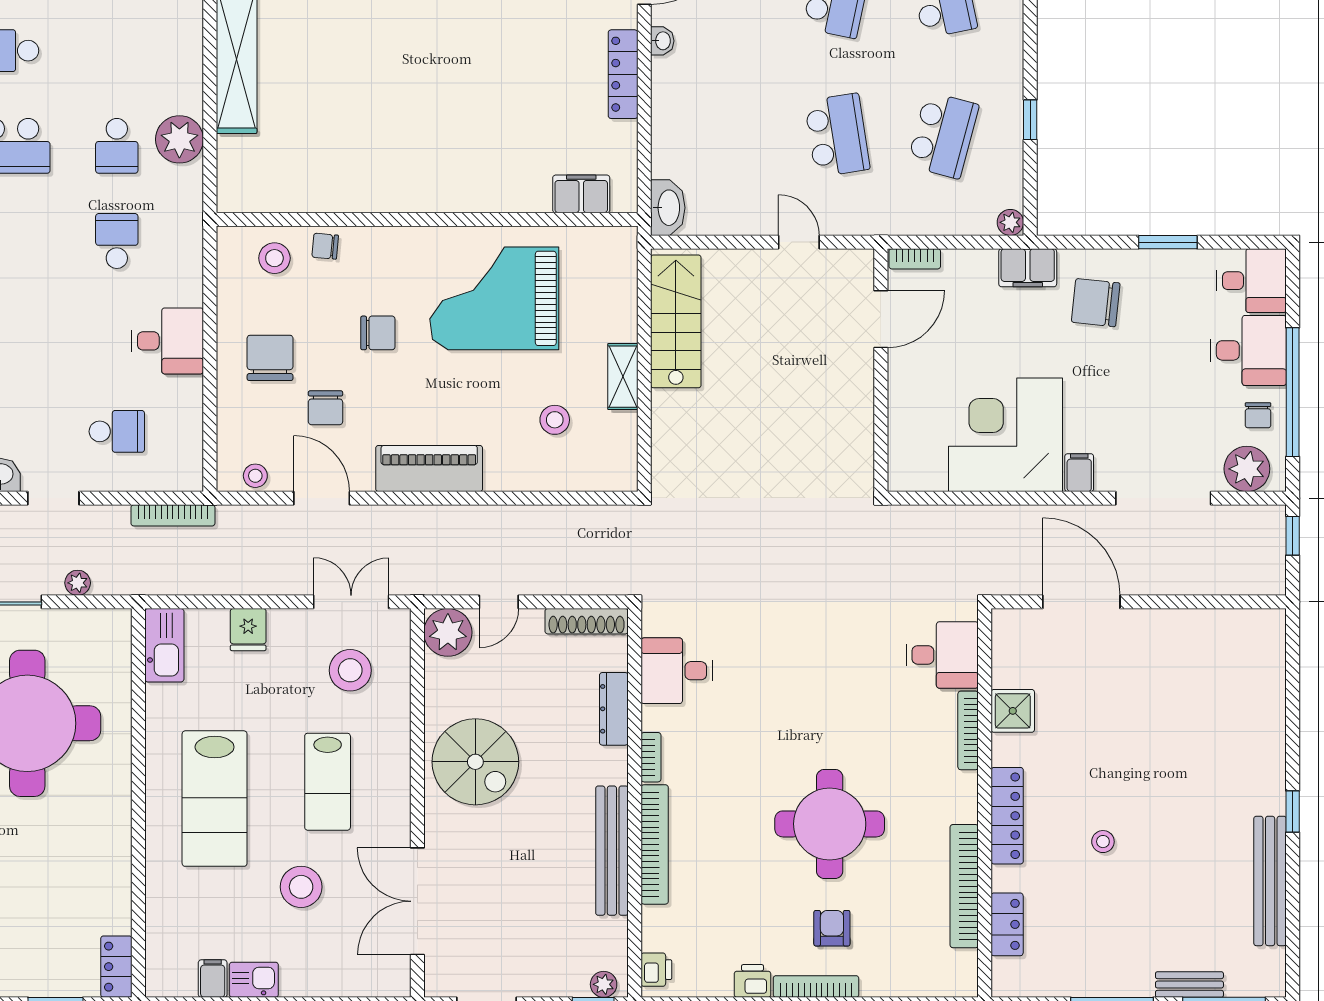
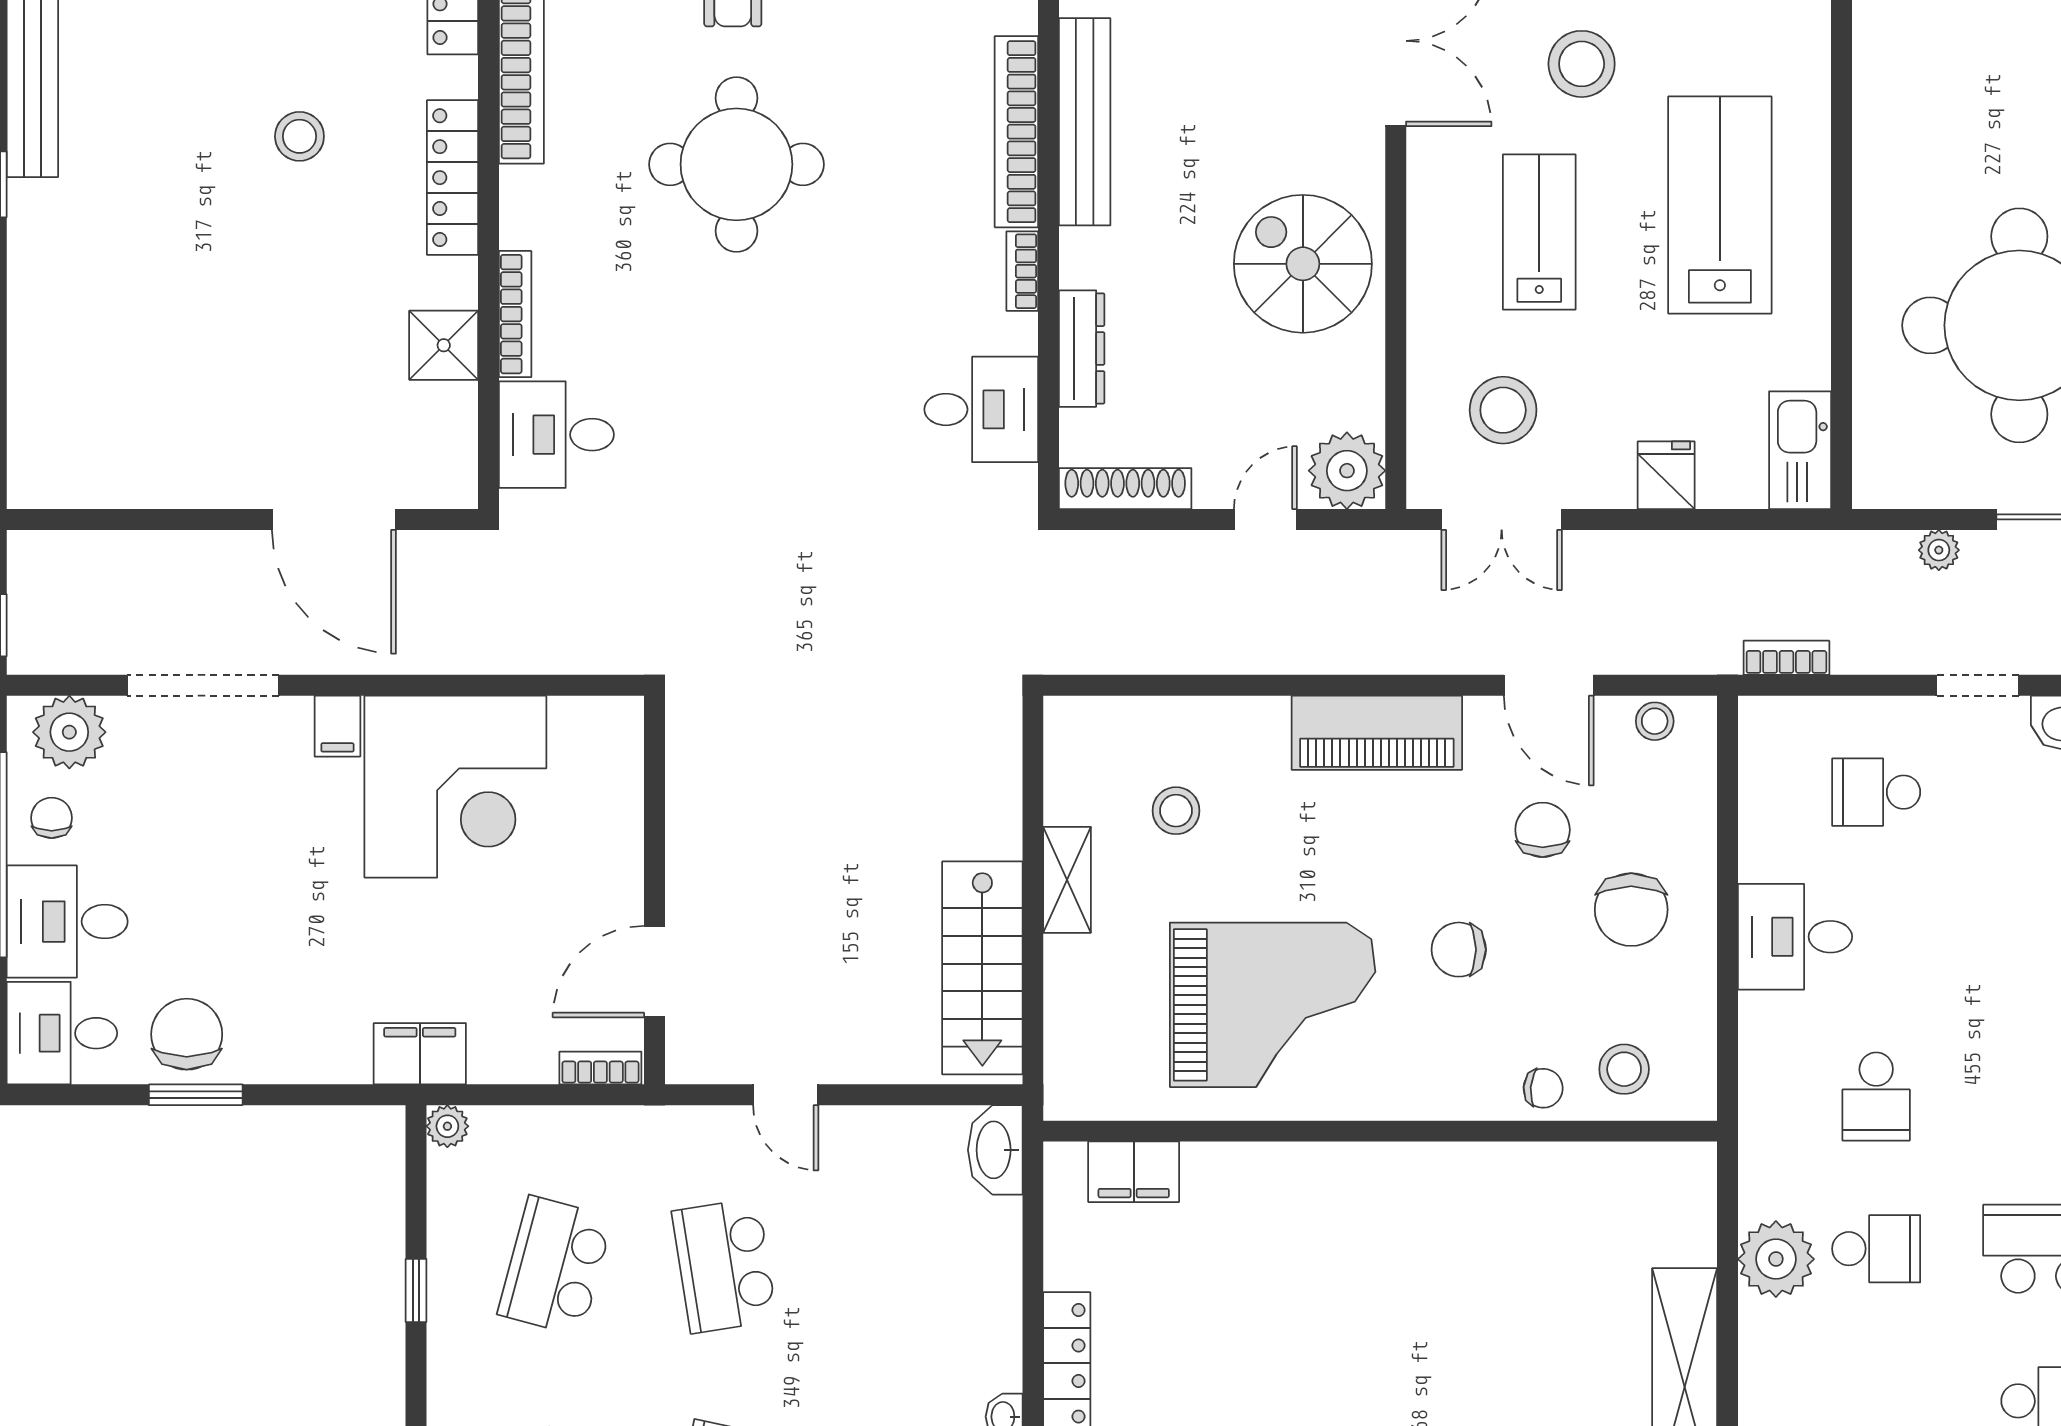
school desk: (117, 146) -> (1876, 1249), turned 90
chair: (1096, 303) -> (187, 1034), moved, turned -96
bookcase: (173, 515) -> (1786, 658), width x0.64
stool: (1103, 842) -> (299, 136), width x1.37, depth x1.37

